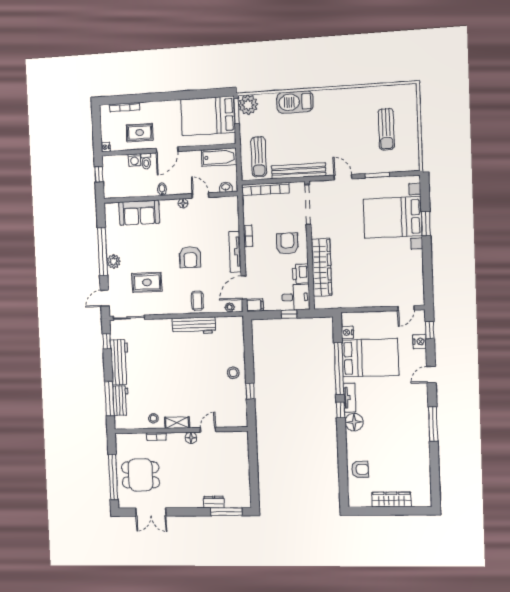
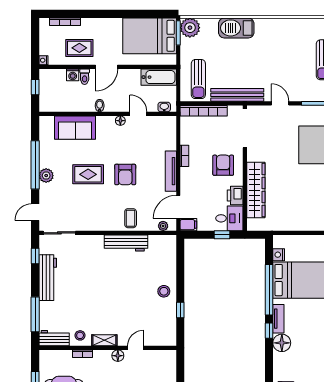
rug: (147, 282) -> (88, 174), moved
workbench: (121, 401) -> (54, 338), moved, turned -90

